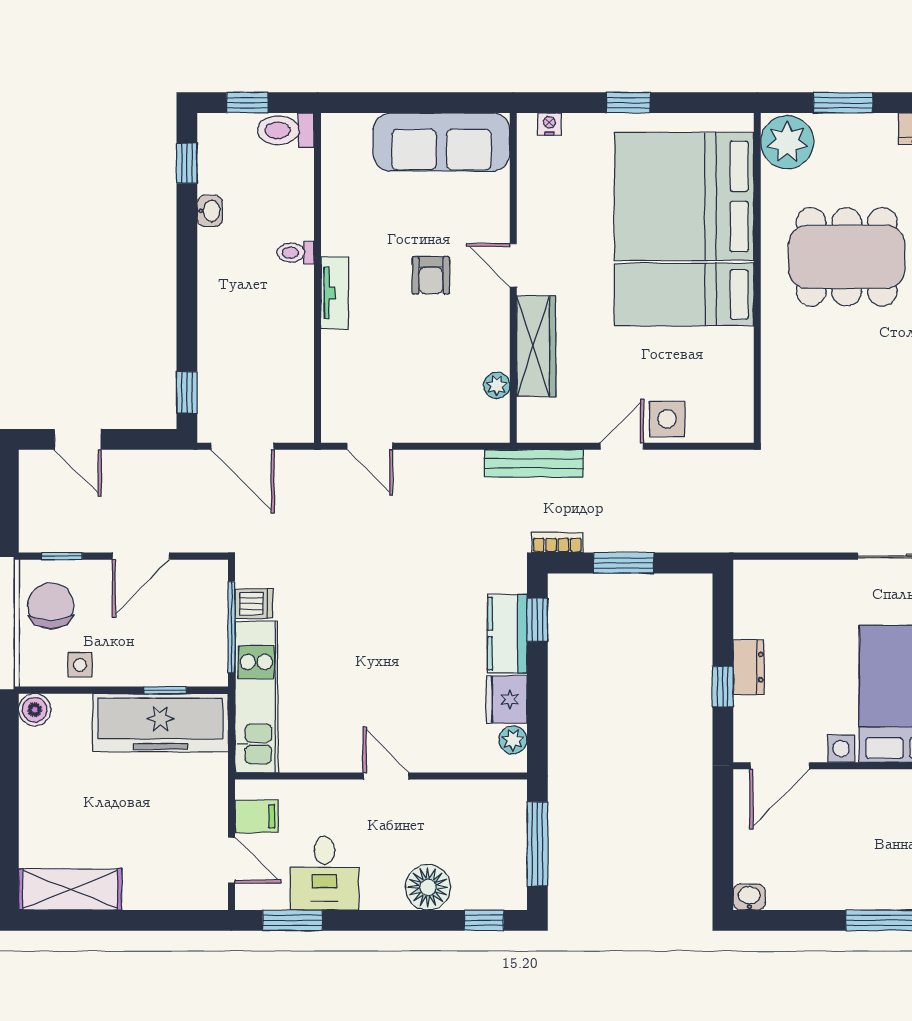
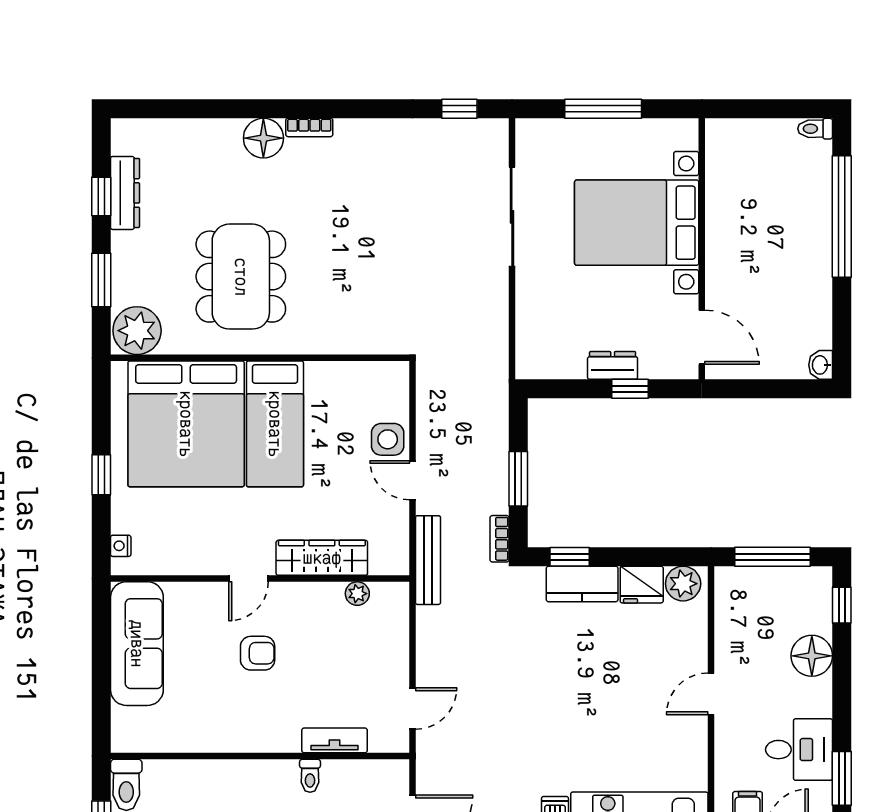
toilet: (296, 253) -> (310, 776), moved
tv unit: (335, 293) -> (335, 740), moved
plant: (513, 740) -> (683, 584), width x1.38, depth x1.38

